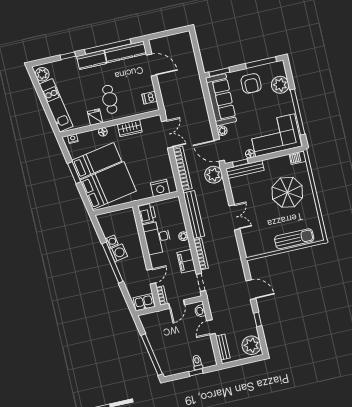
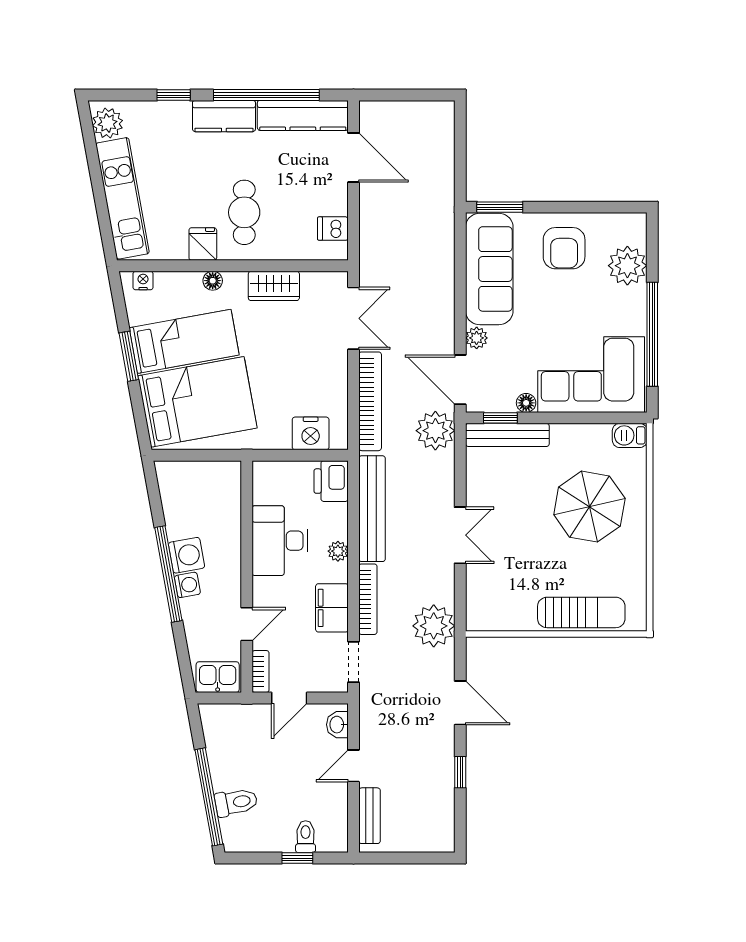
window: (261, 63) -> (597, 207), removed
printer: (147, 213) -> (331, 481), moved, turned 180
washing machine: (112, 242) -> (187, 585), moved
plant: (251, 345) -> (434, 626), moved
toilet: (164, 354) -> (236, 802), added

